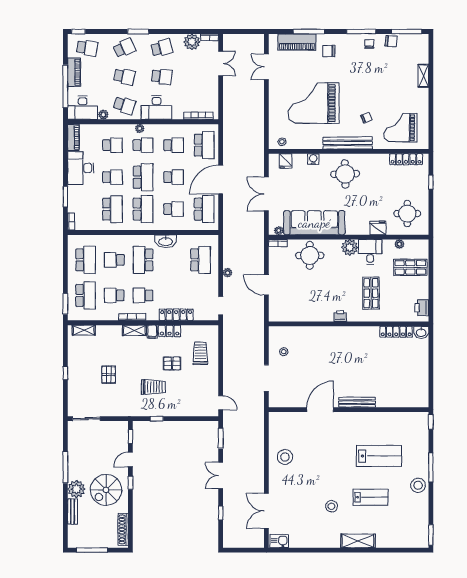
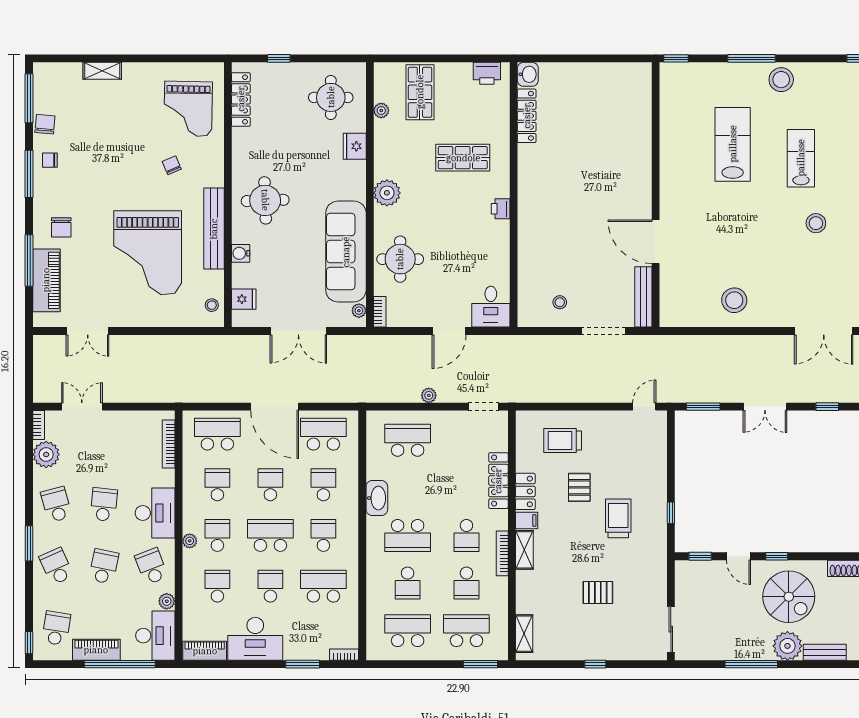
school desk: (124, 105) -> (151, 566), turned -39
bench: (348, 143) -> (214, 229), moved
school desk: (143, 209) -> (323, 535), width x0.54
desk: (370, 252) -> (491, 307), moved, turned -90
bench: (357, 402) -> (643, 297), moved

